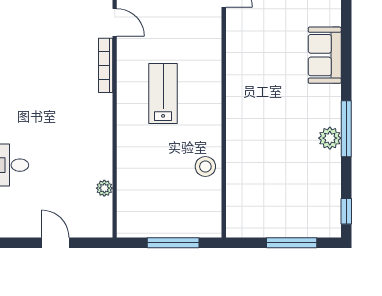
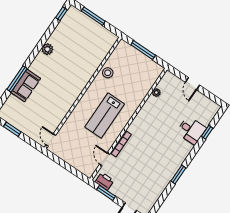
lab bench: (163, 94) -> (105, 116), width x1.36, depth x1.39
window: (346, 129) -> (17, 79), moved

